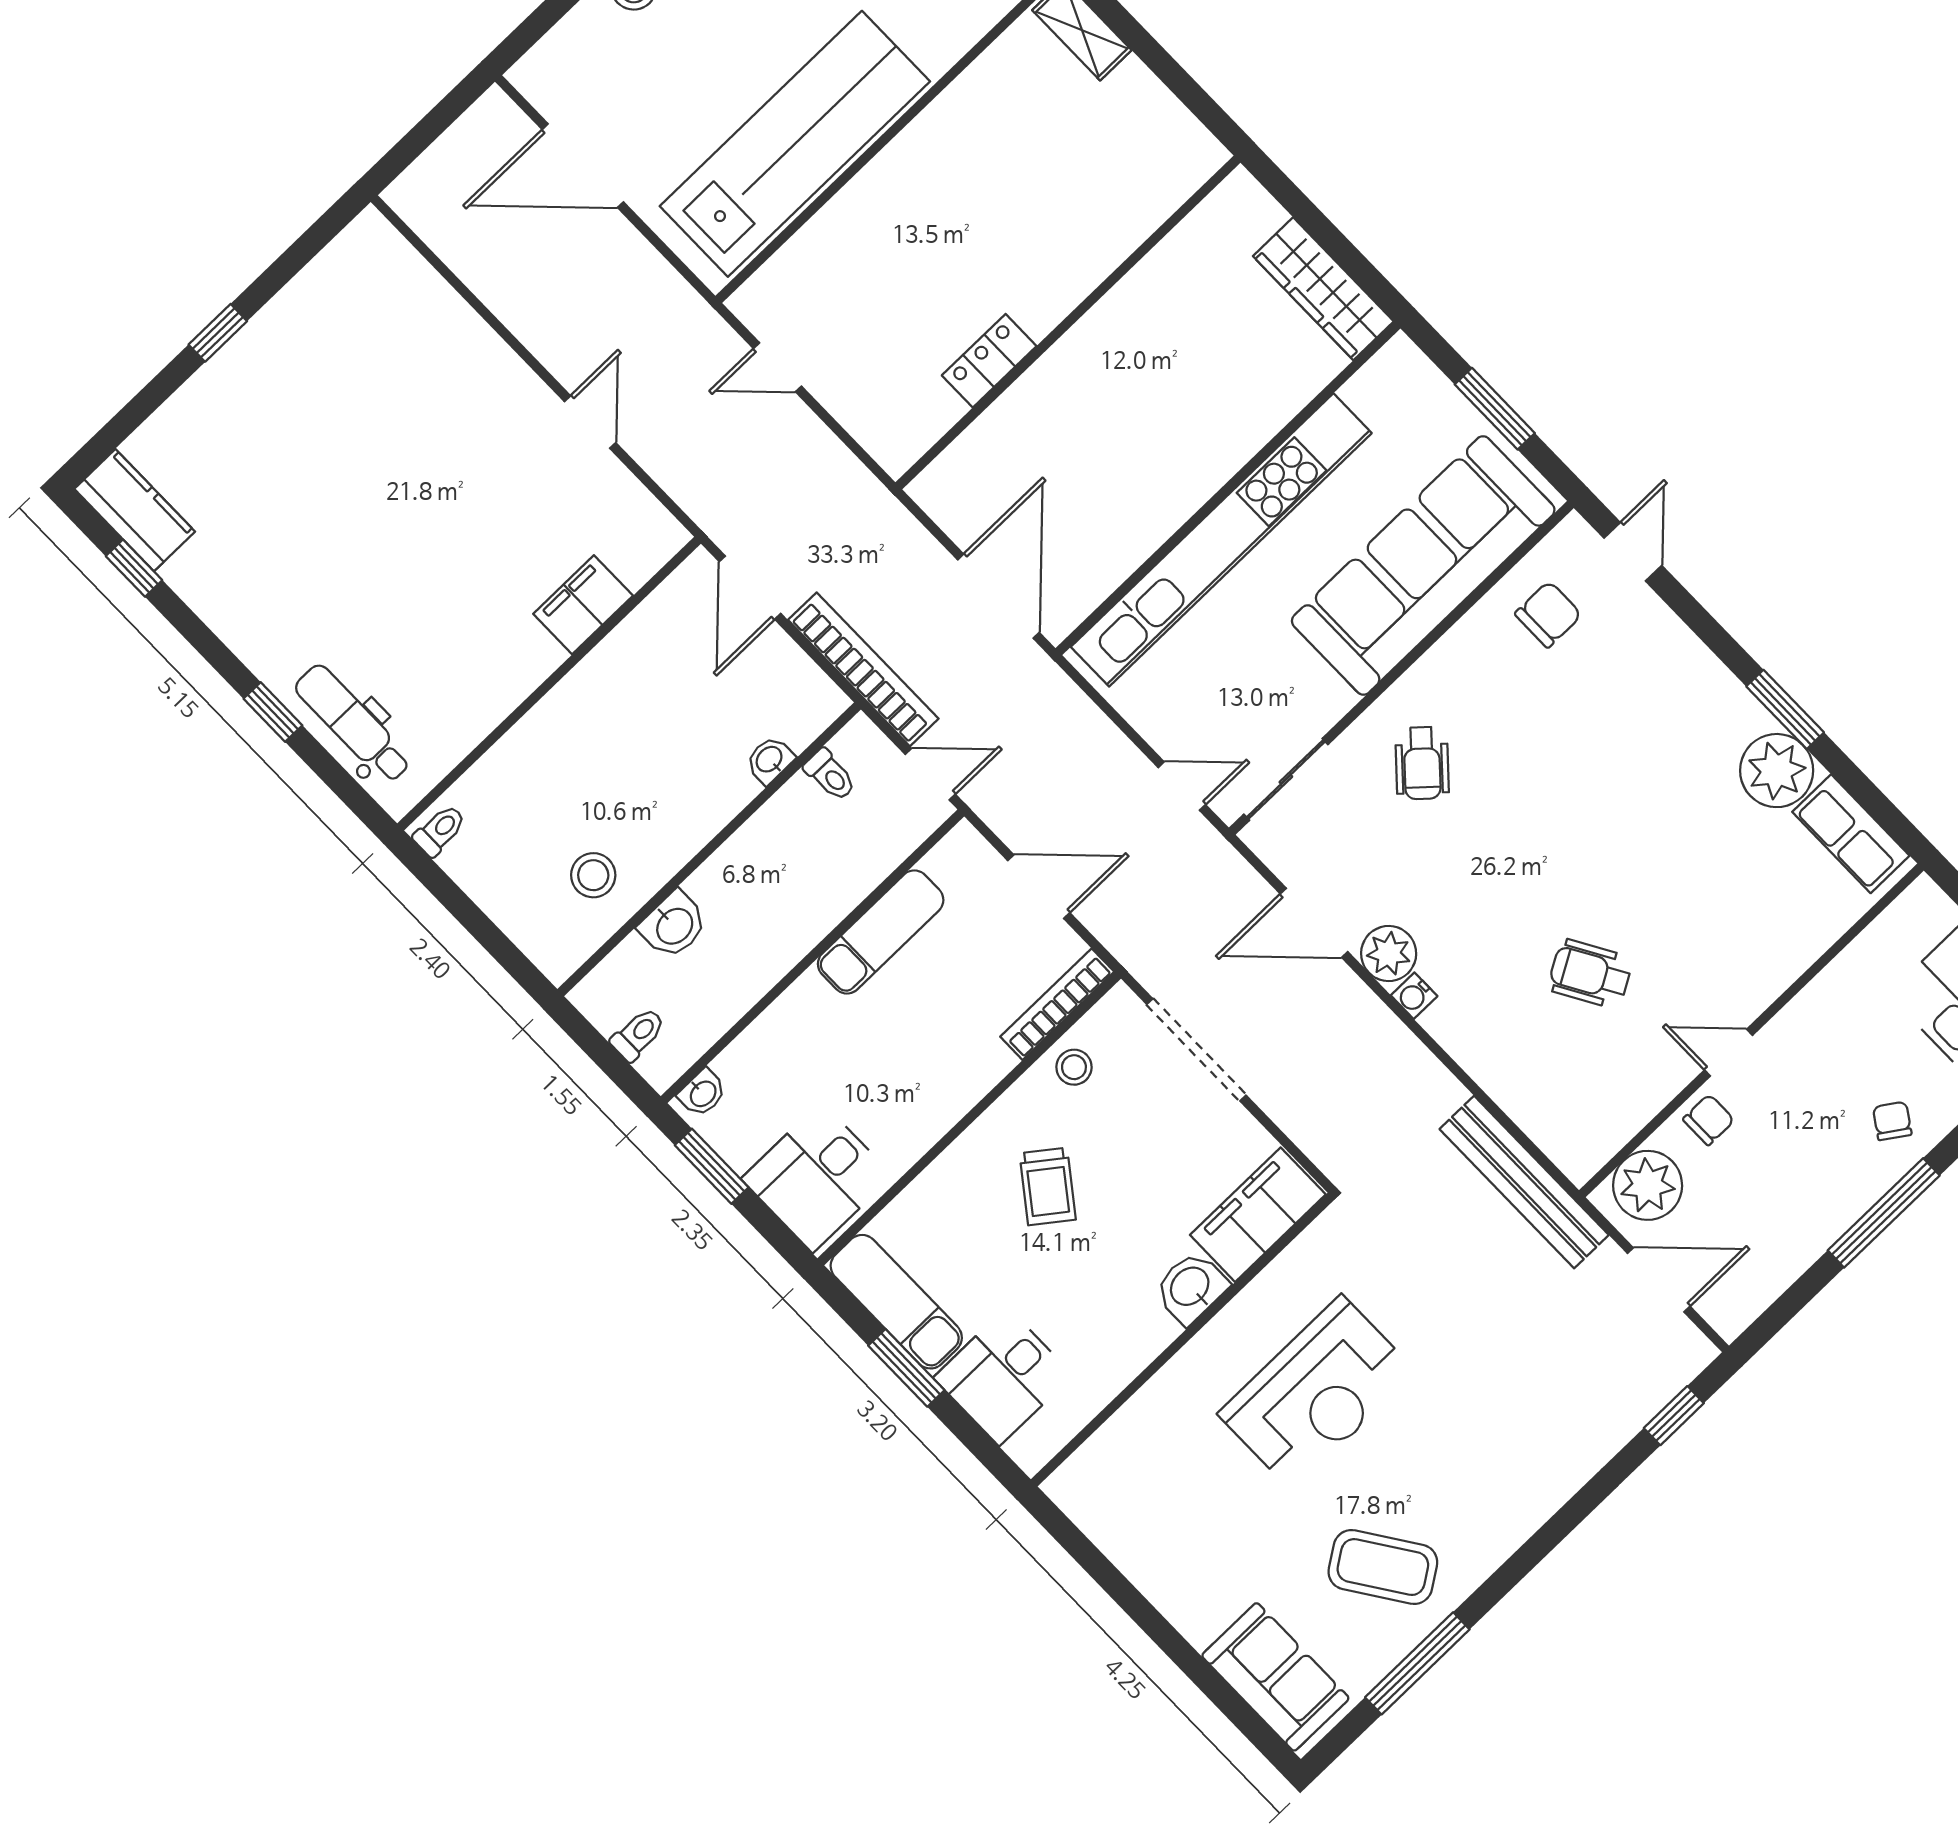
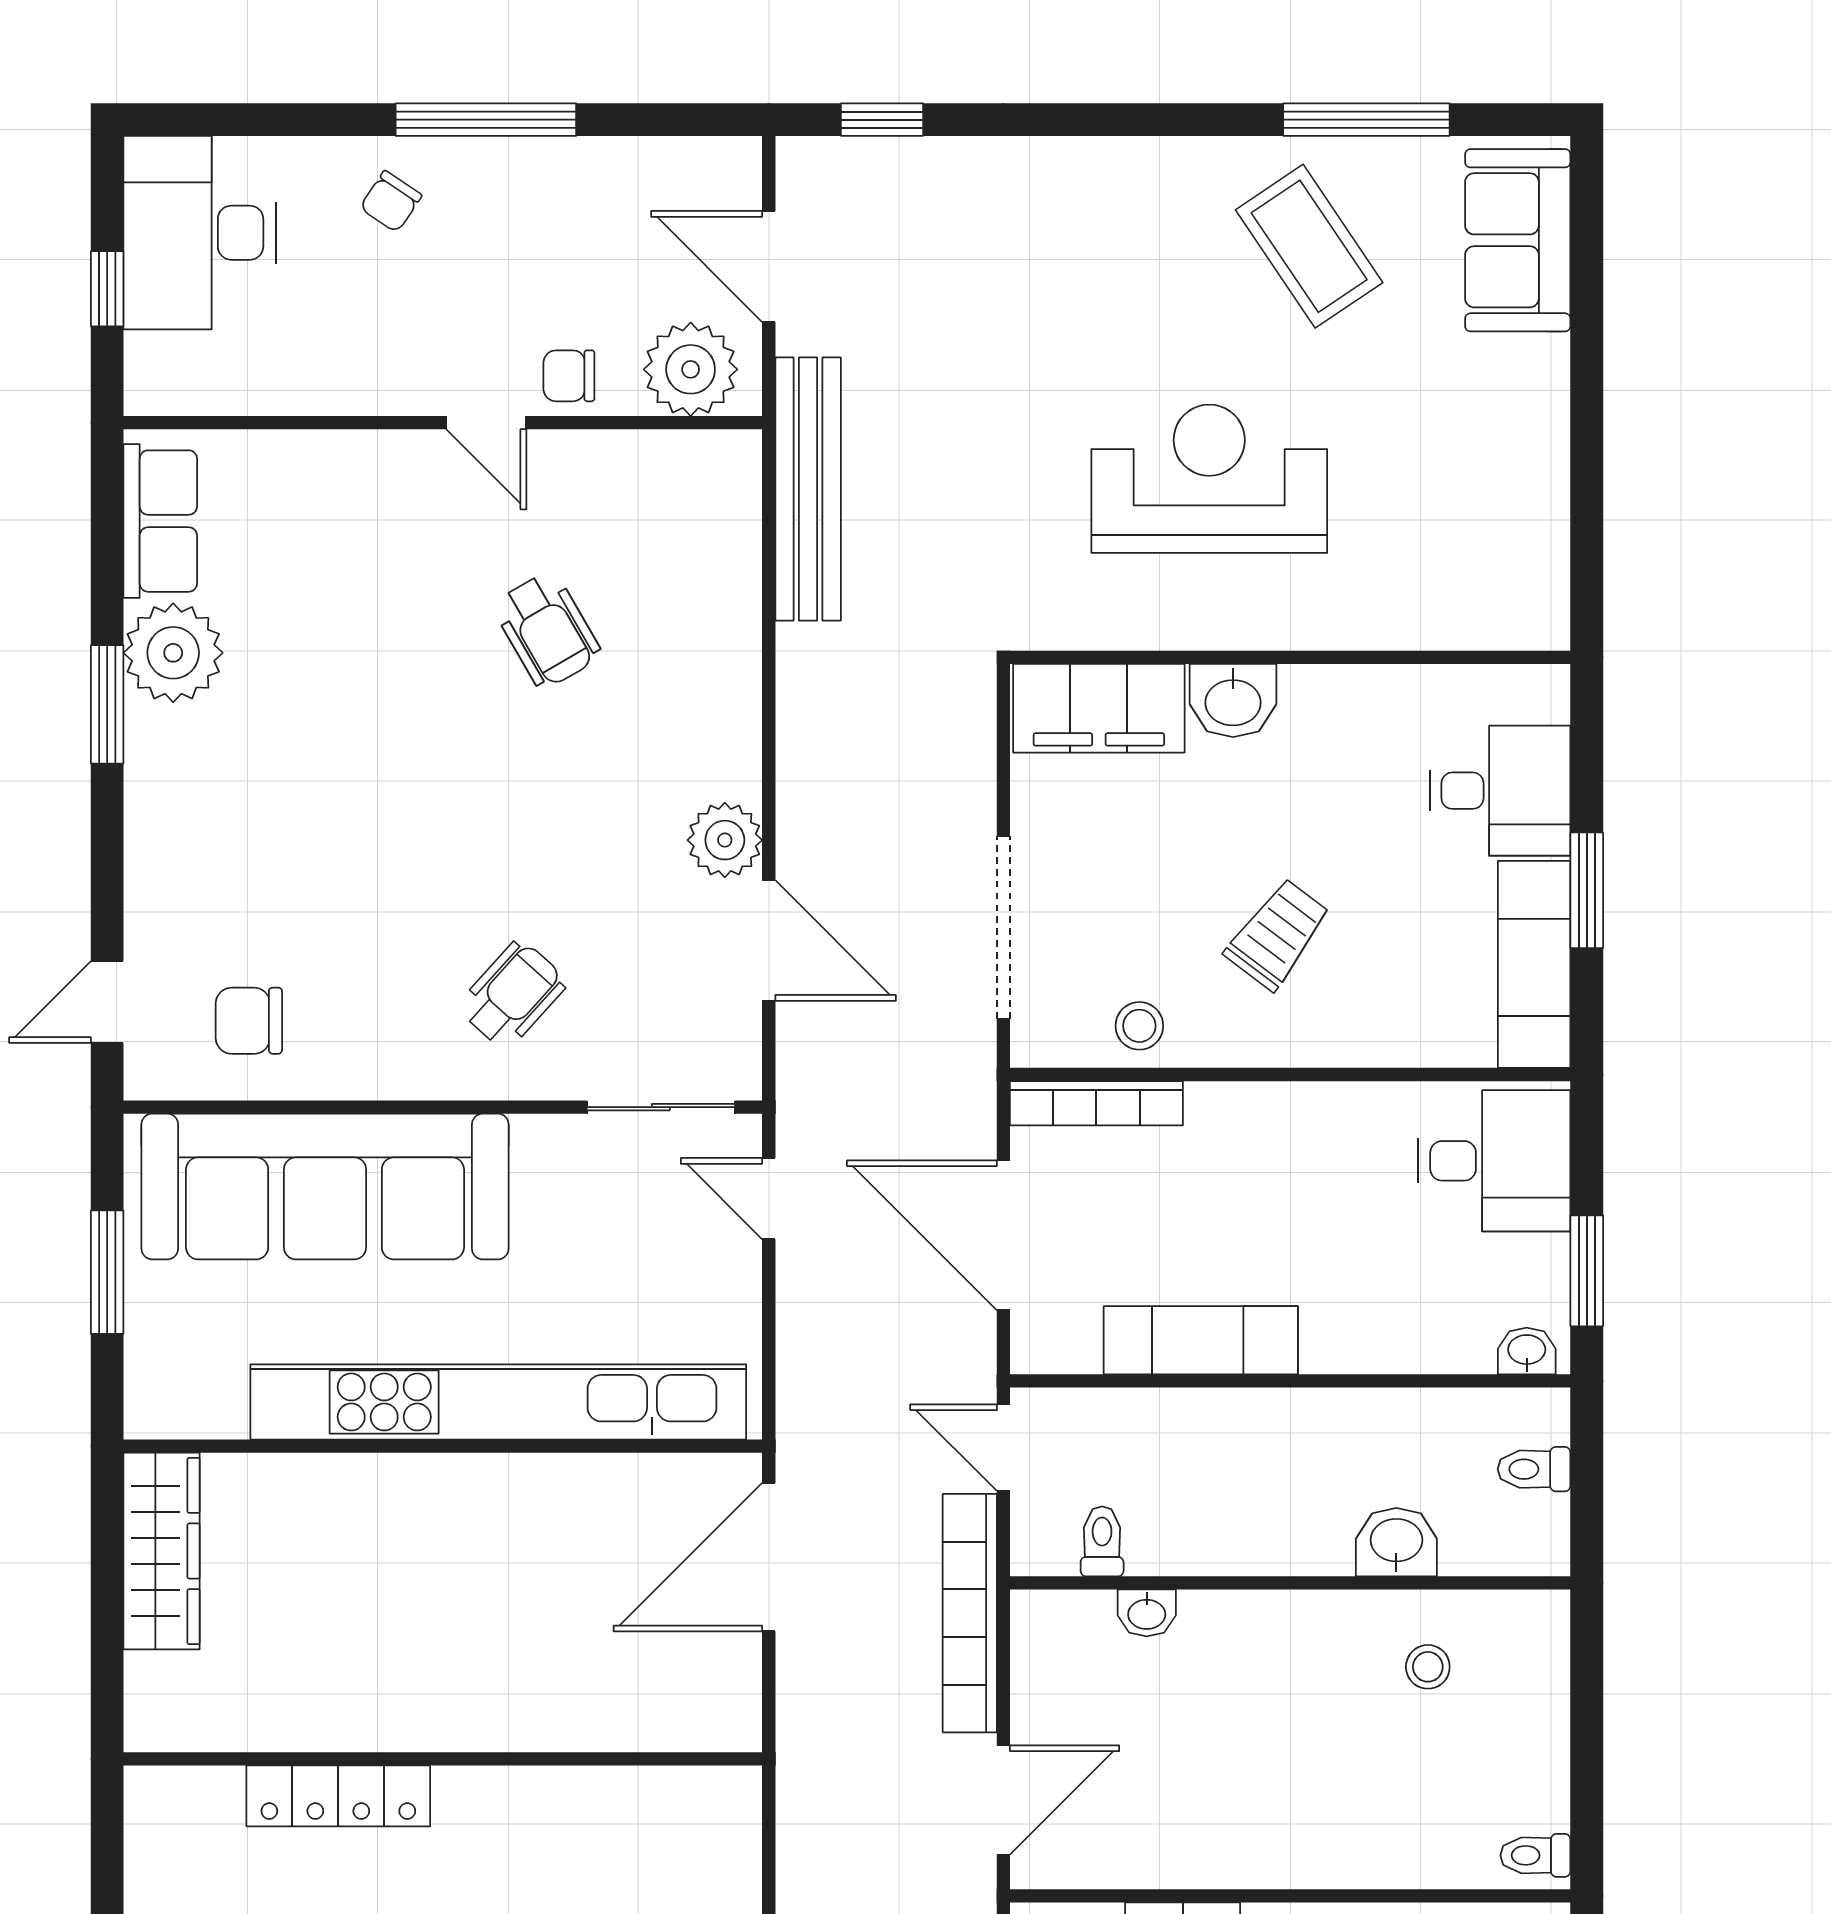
locker: (989, 361) -> (338, 1796), moved, width x1.53
stool: (593, 875) -> (1428, 1667), width x0.73, depth x0.73
door: (1039, 887) -> (1003, 1235), width x1.36
water cooler: (1414, 996) -> (740, 775), removed

